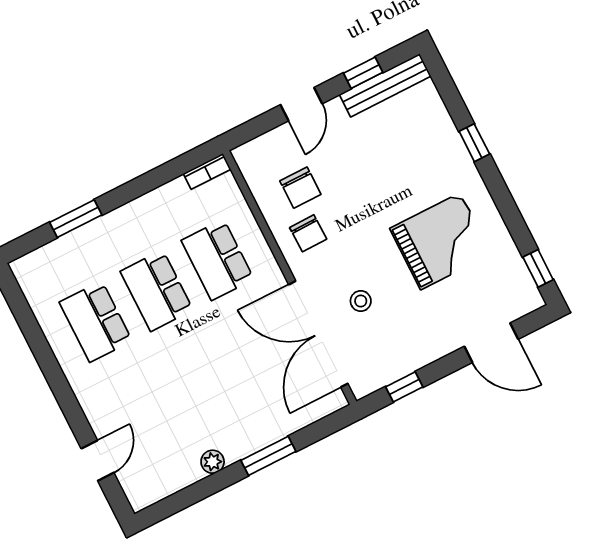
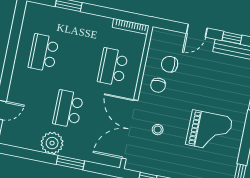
bookcase: (207, 171) -> (131, 26), width x1.56
chair: (300, 188) -> (170, 64), turned 90
school desk: (157, 291) -> (68, 109), moved
plant: (213, 462) -> (52, 143), width x1.88, depth x1.88

